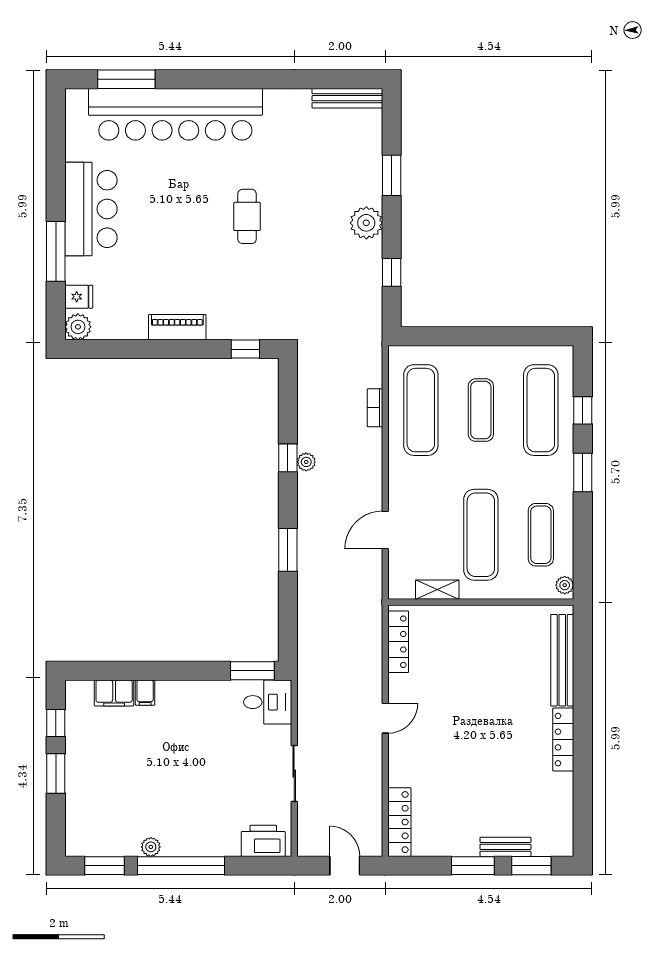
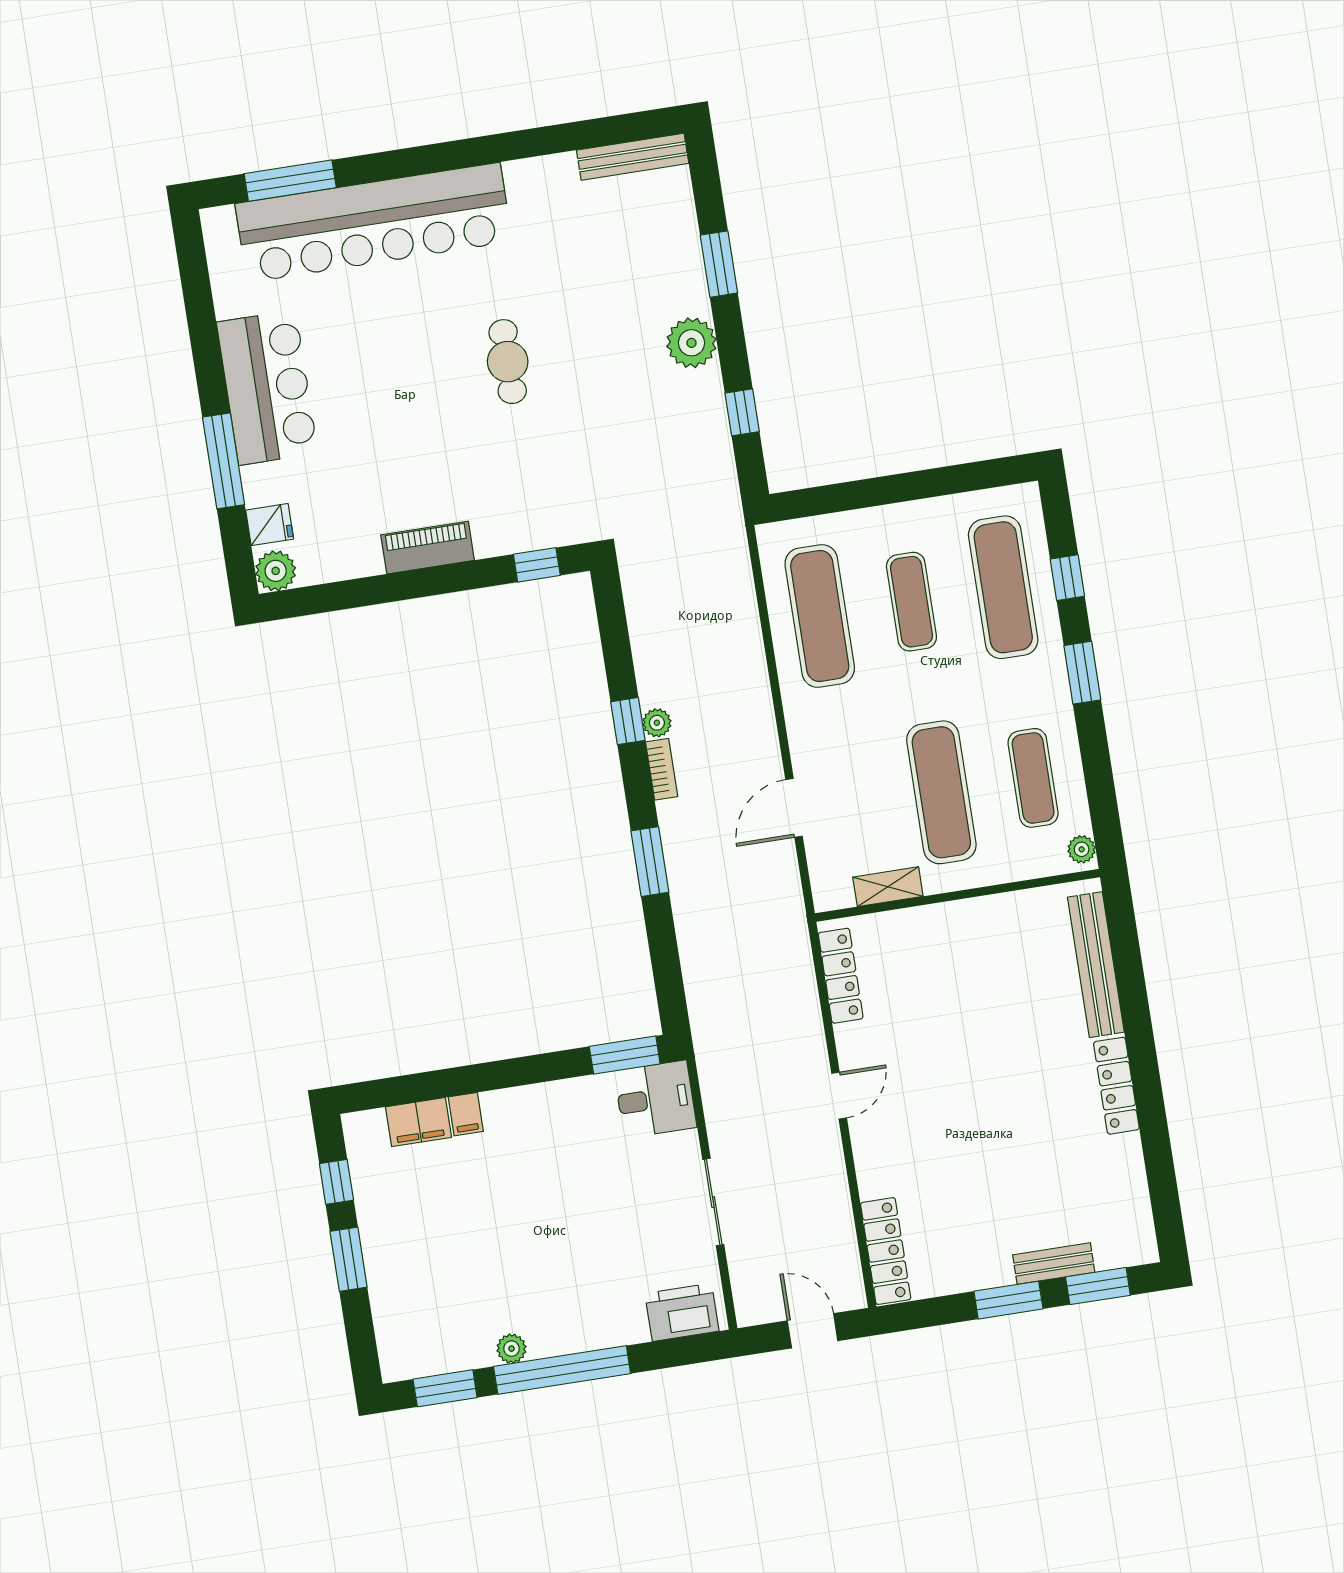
bookcase: (375, 408) -> (662, 769), moved, turned 180

